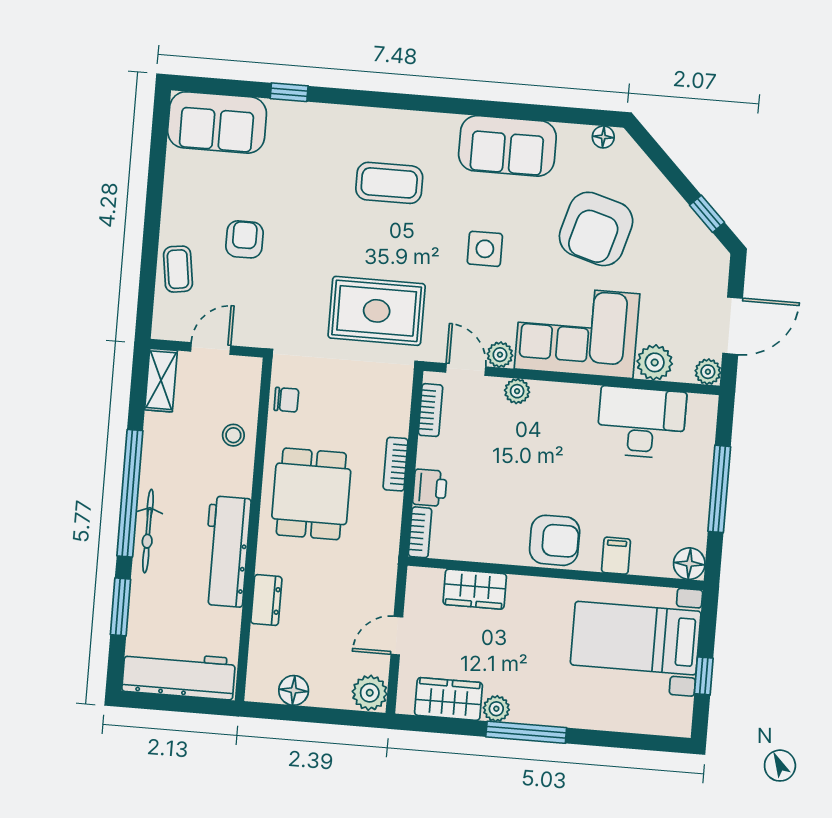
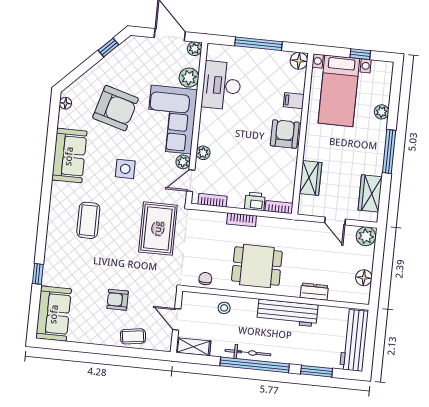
bicycle: (148, 531) -> (248, 353), moved
plant: (496, 709) -> (382, 112), moved

